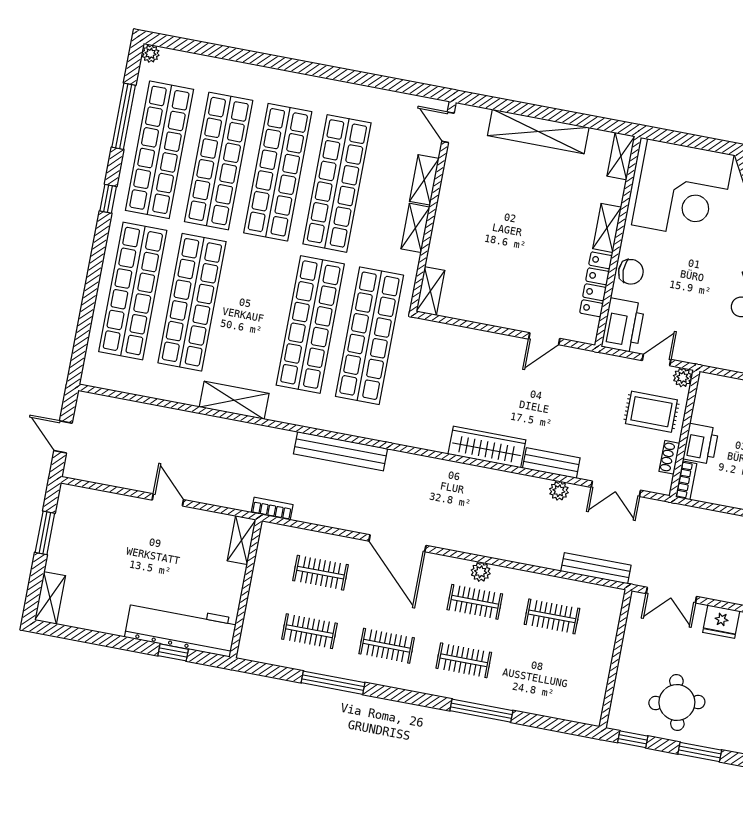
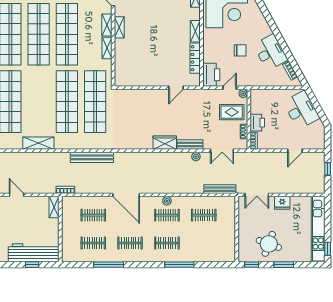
chair: (631, 272) -> (240, 50), moved
shelving: (430, 291) -> (119, 27), moved
wardrobe: (487, 447) -> (165, 143), width x0.67
round table: (677, 702) -> (269, 244), turned 32

